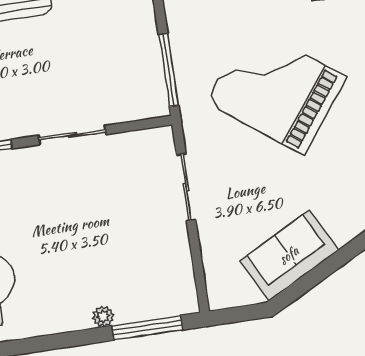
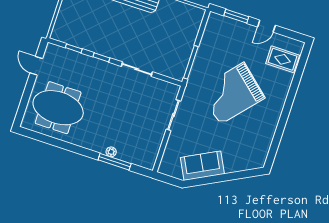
grand piano: (276, 90) -> (232, 93), turned -86
window: (147, 328) -> (115, 162), moved

